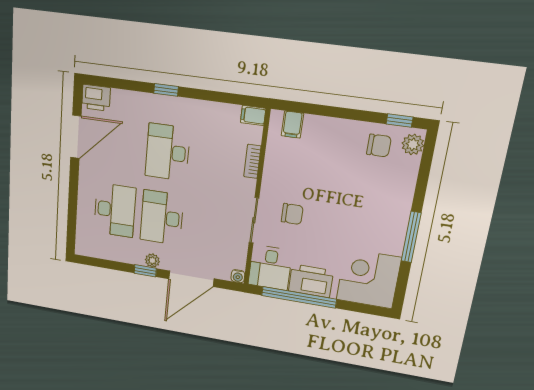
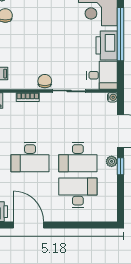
chair: (292, 214) -> (45, 81), moved
window: (299, 297) -> (120, 34), moved

